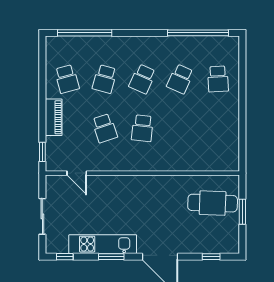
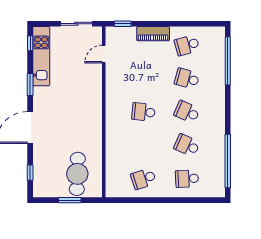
school desk: (105, 128) -> (143, 179), moved
sliding door: (42, 216) -> (76, 24), moved
kitchen unit: (103, 244) -> (41, 56), moved

